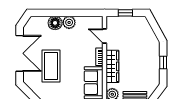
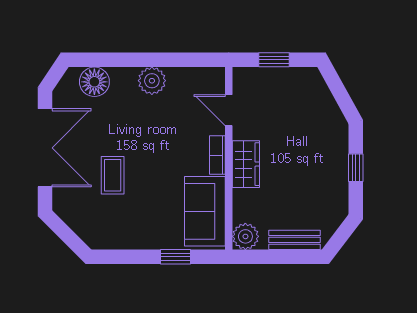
floor lamp: (55, 23) -> (94, 82), moved
coffee table: (51, 66) -> (113, 175), width x0.54, depth x0.58
wardrobe: (112, 66) -> (246, 164), width x0.67

